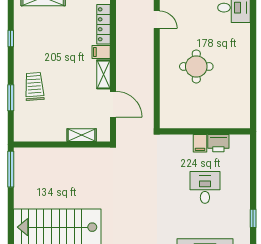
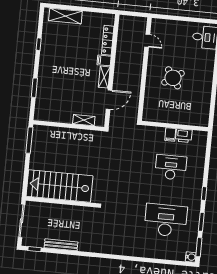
round table: (196, 66) -> (173, 78), turned -34
trolley: (34, 86) -> (53, 81), removed
door: (113, 104) -> (109, 100), hinge flipped
desk: (205, 187) -> (171, 167), width x1.37

